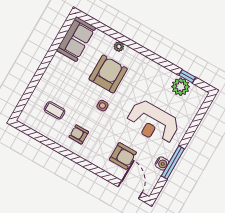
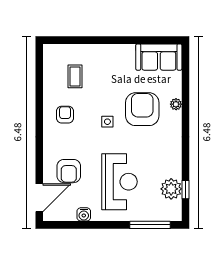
armchair: (108, 74) -> (142, 109), turned -90
reception desk: (153, 123) -> (119, 182), turned 180
window: (173, 162) -> (150, 225), moved

